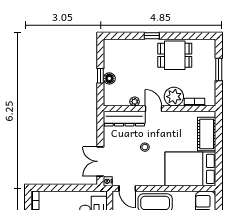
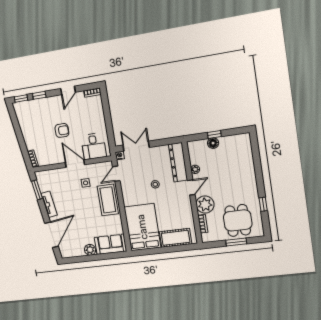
window: (152, 36) -> (263, 204), moved
dining table: (175, 55) -> (238, 220), moved

